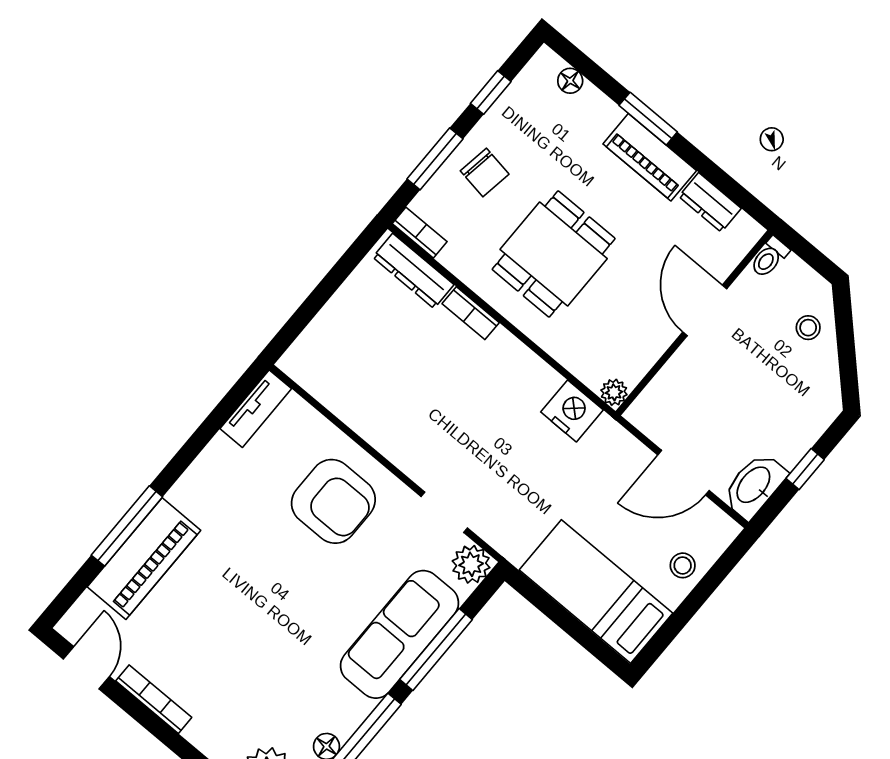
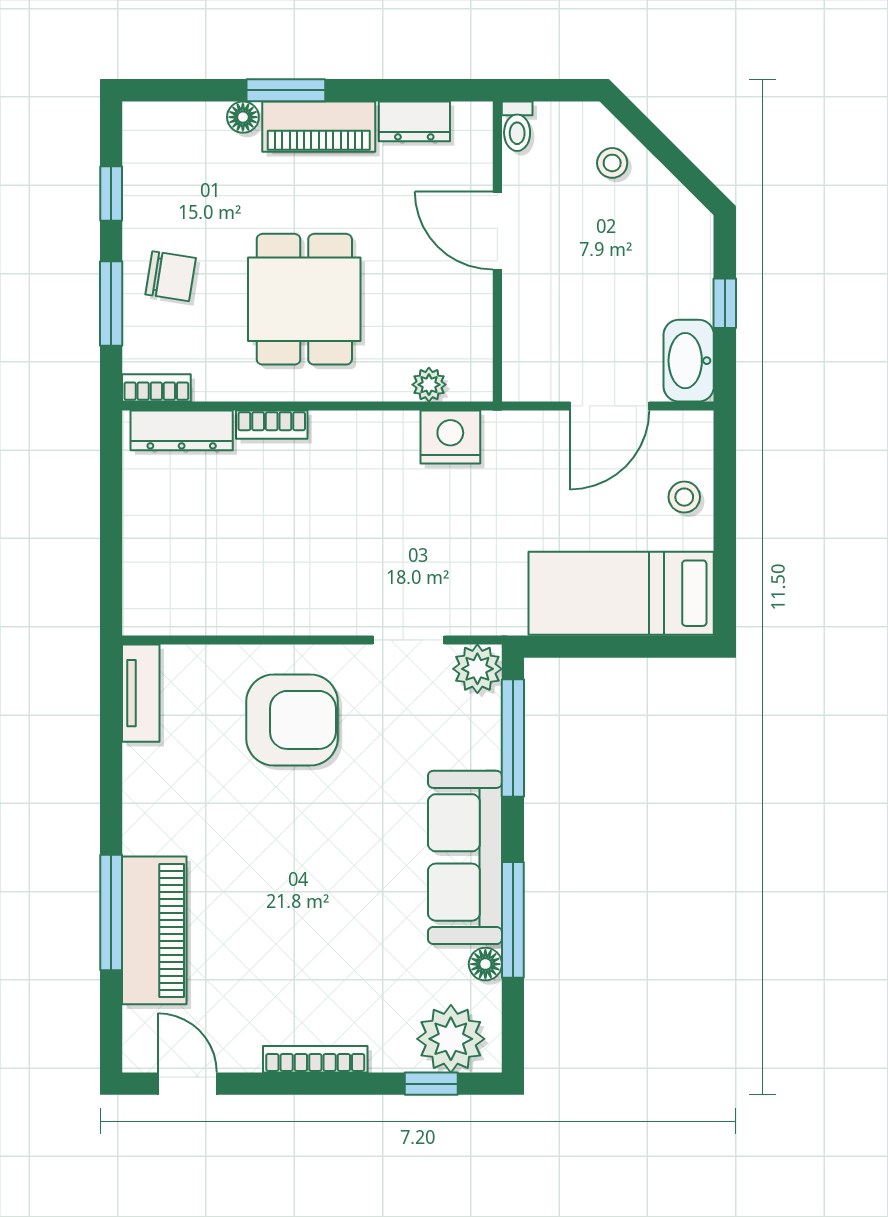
floor lamp: (570, 81) -> (243, 117), moved
plant: (614, 392) -> (429, 385), moved
sofa: (400, 634) -> (465, 857), moved
window: (436, 650) -> (513, 738), moved
bookcase: (154, 699) -> (315, 1059), moved

